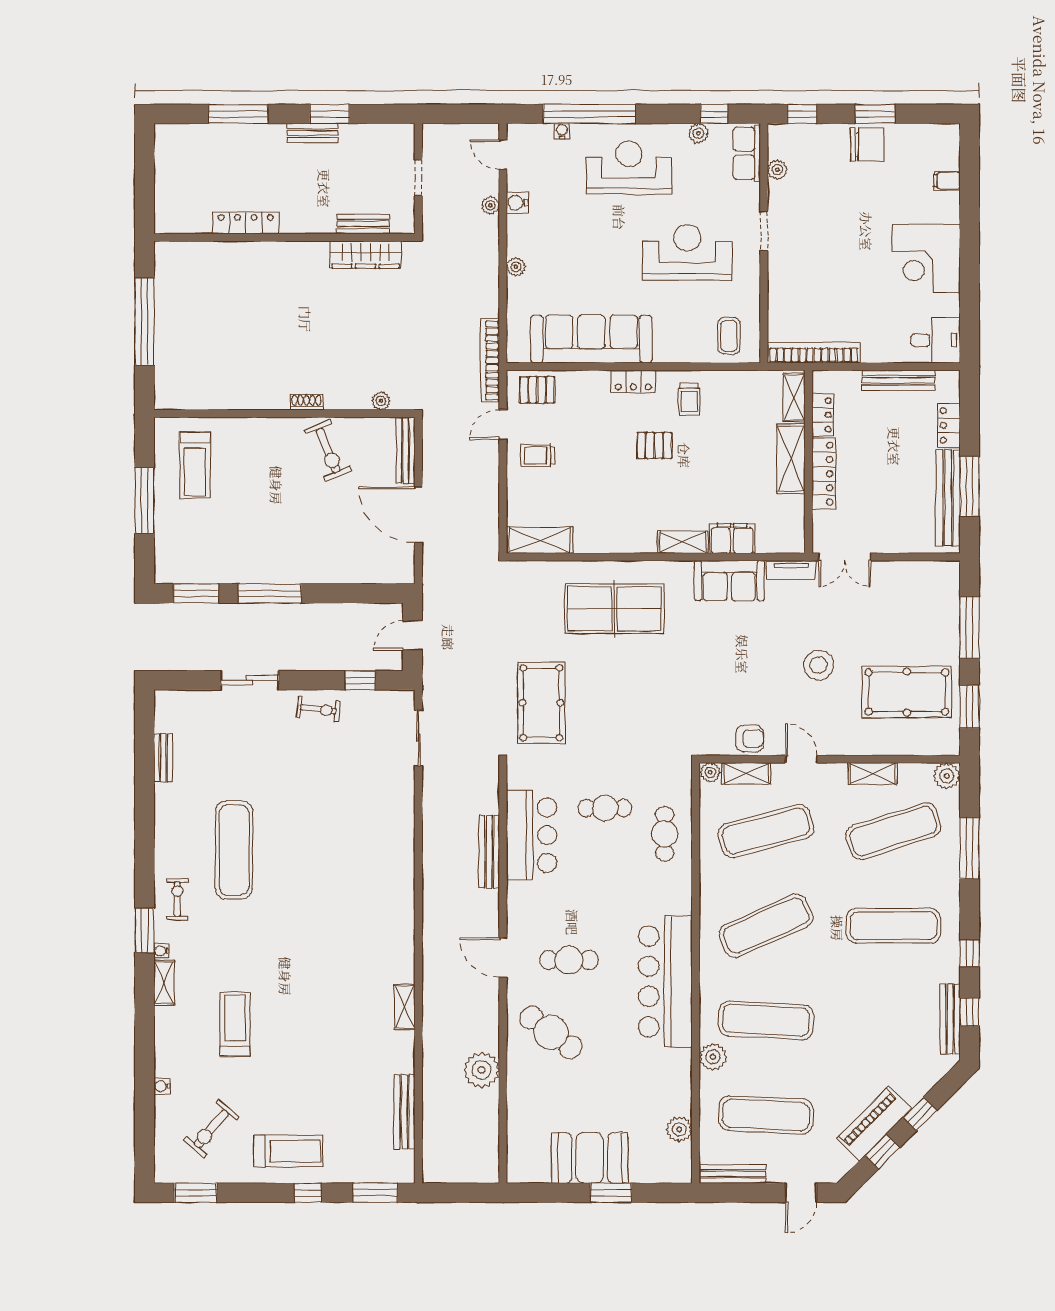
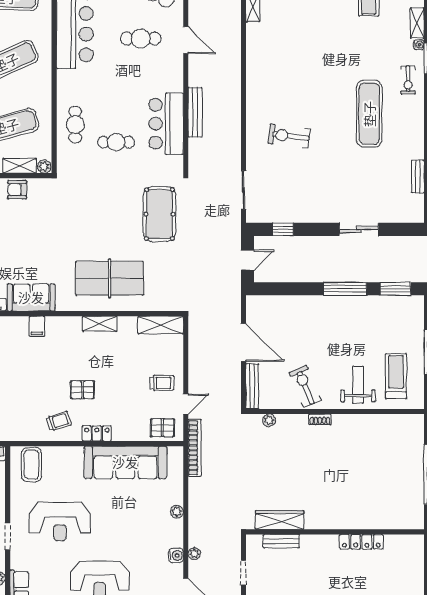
coffee table: (729, 336) -> (31, 465), width x1.36, depth x1.30
trolley: (689, 399) -> (59, 421), turned 73
weight bench: (251, 453) -> (358, 385), added
filing cabinet: (732, 538) -> (37, 326), width x0.50
shelving: (683, 542) -> (100, 324), moved
exercise bike: (318, 709) -> (289, 136), moved, width x1.38, depth x1.39

